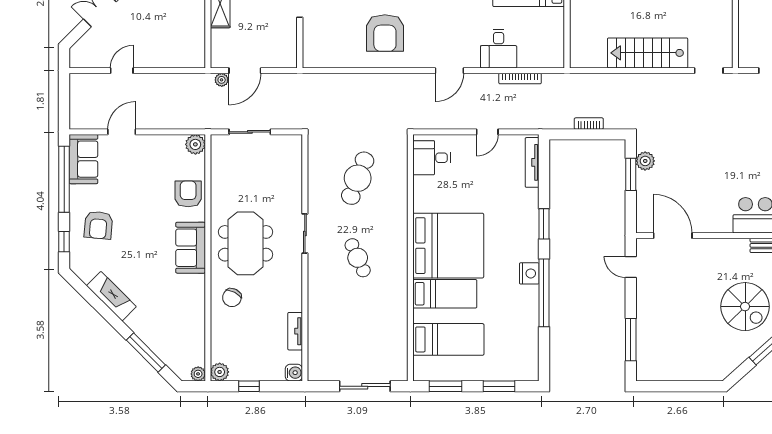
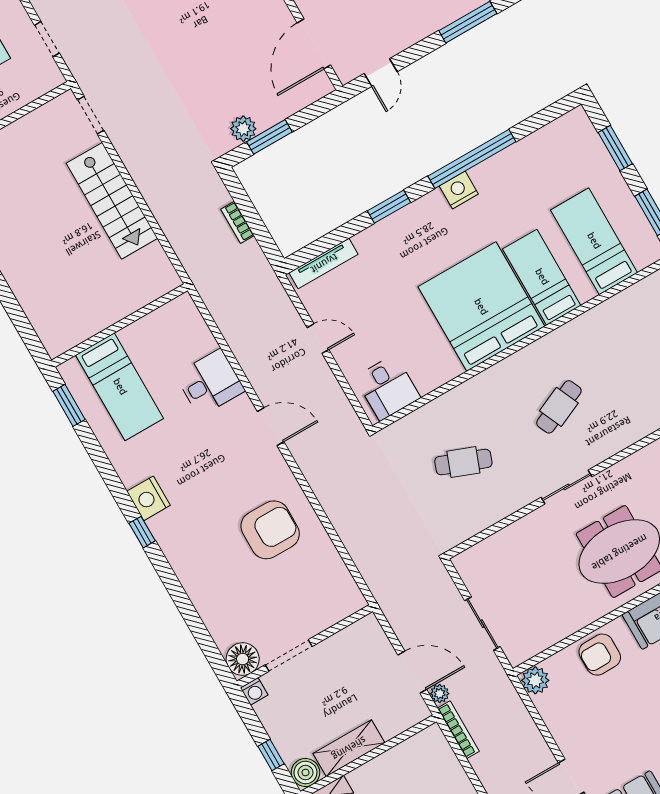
bookcase: (520, 79) -> (458, 730), moved
cafe table: (358, 178) -> (463, 462), width x0.73, depth x0.74

